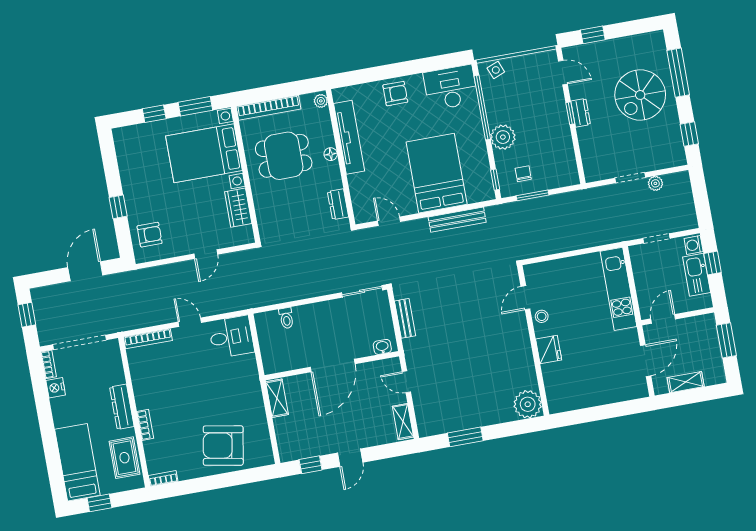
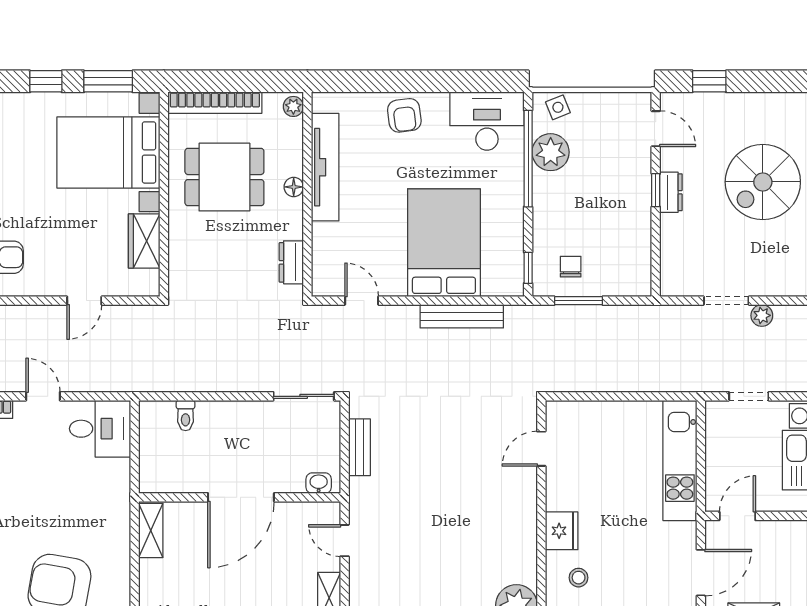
armchair: (395, 94) -> (404, 115), turned 83
plant: (503, 137) -> (551, 152), moved
stool: (542, 316) -> (579, 578), moved

